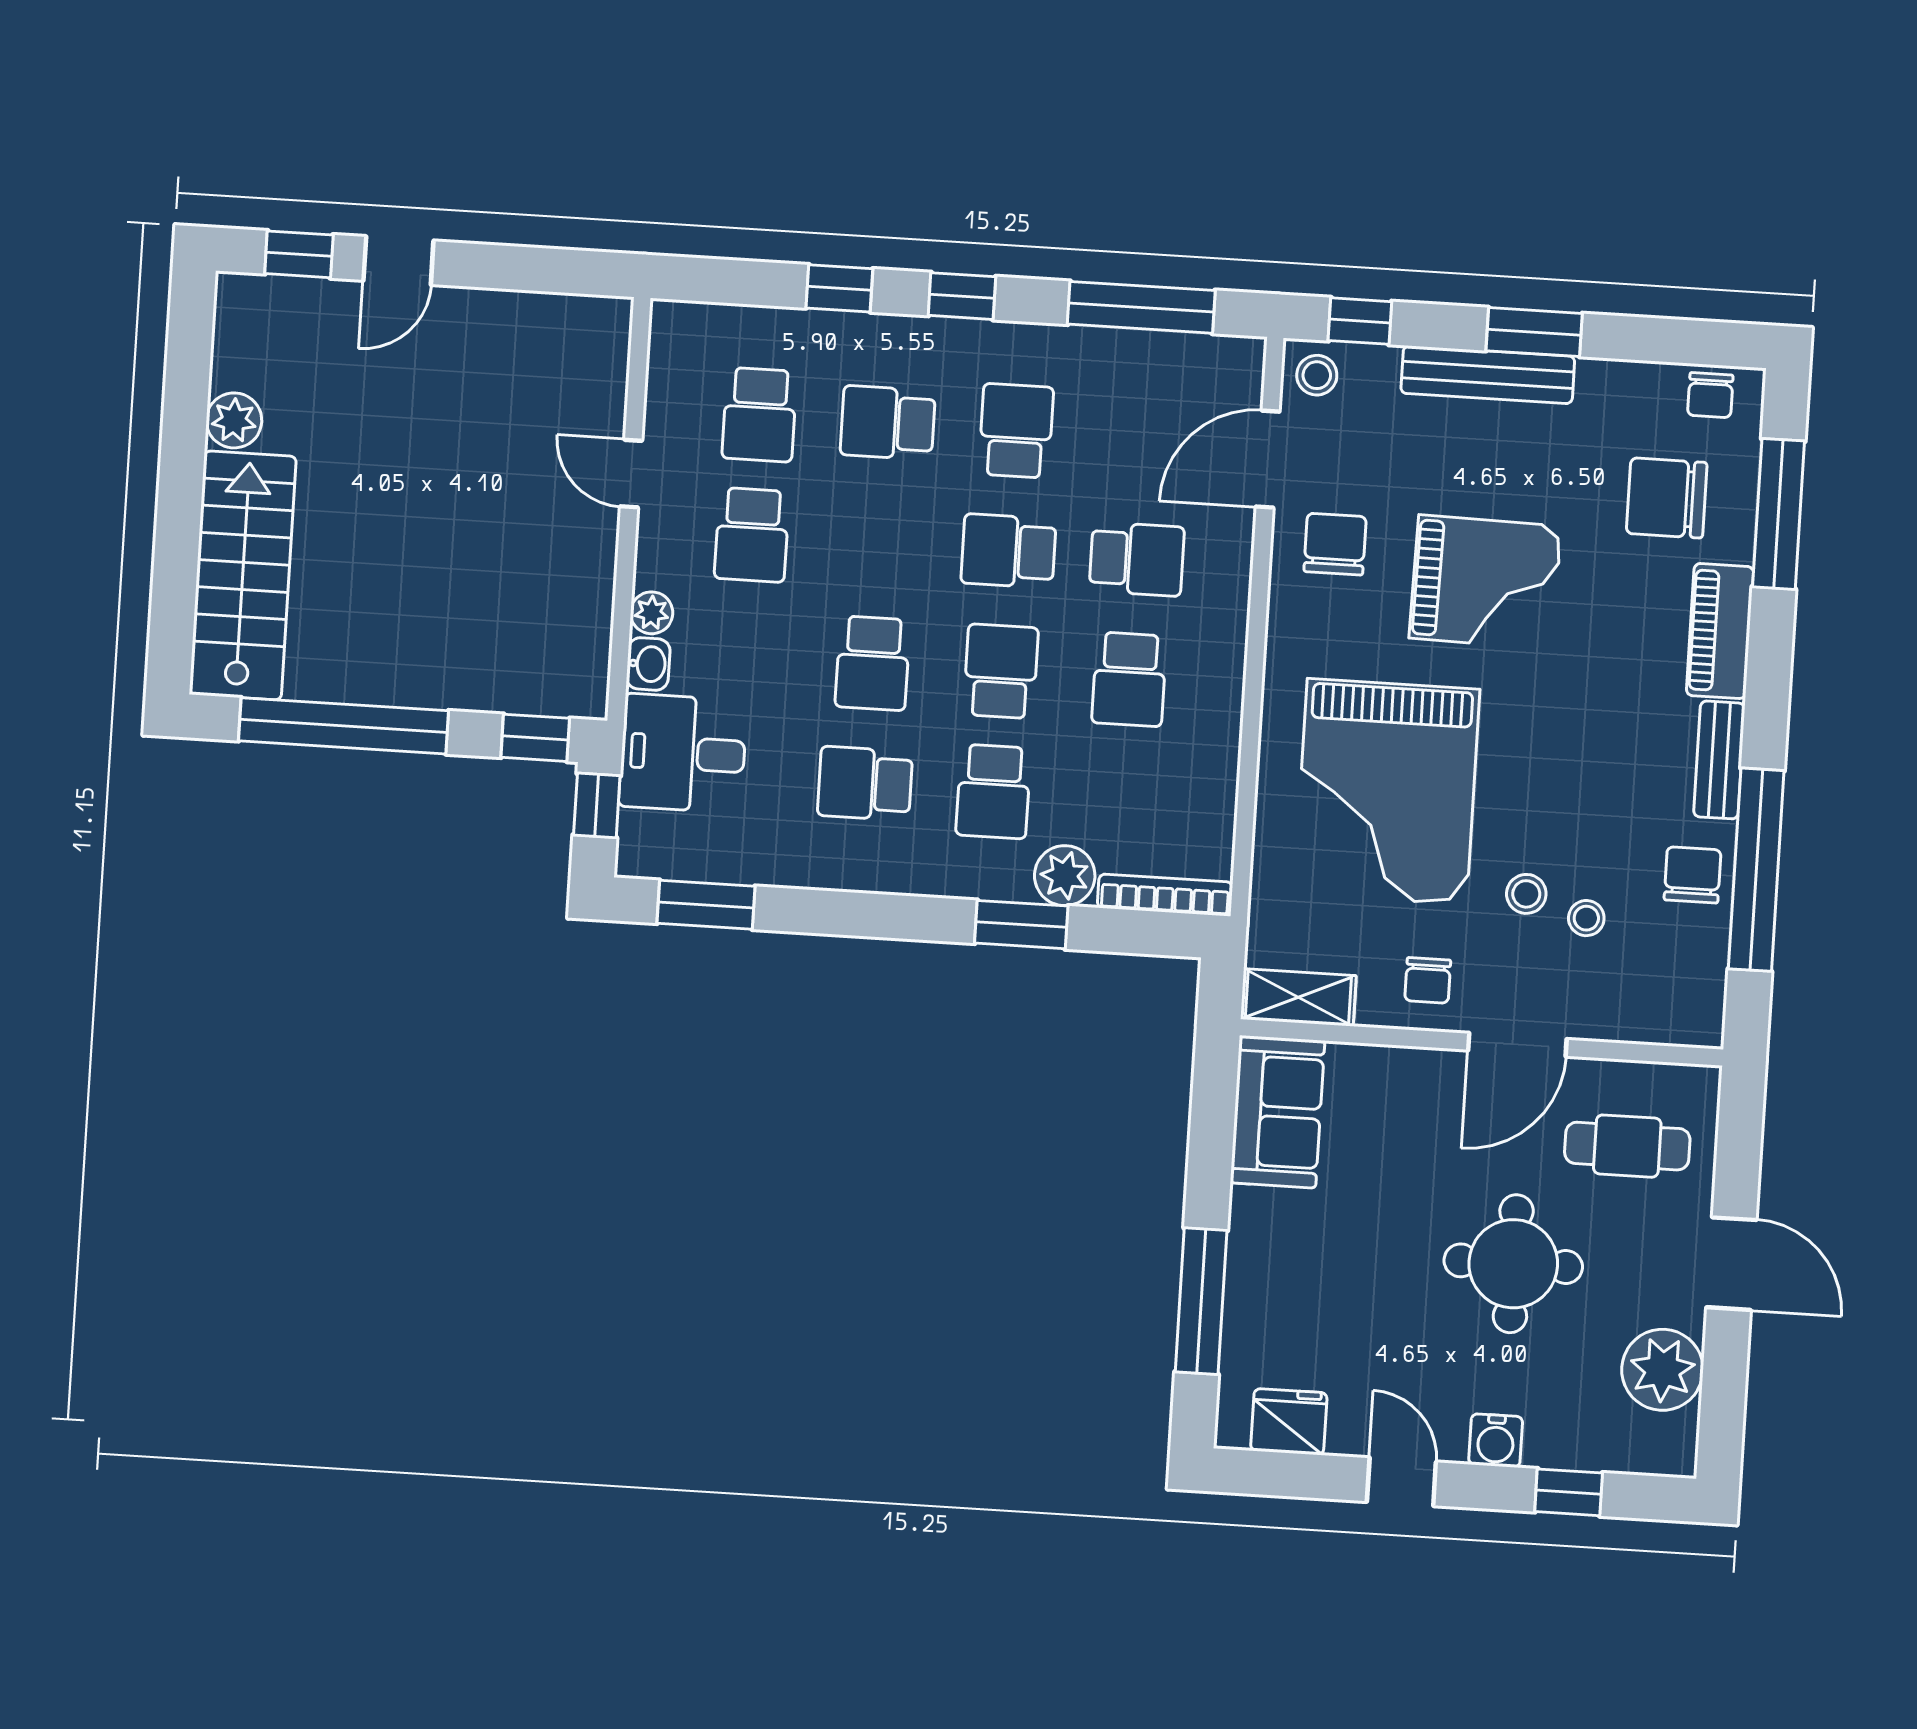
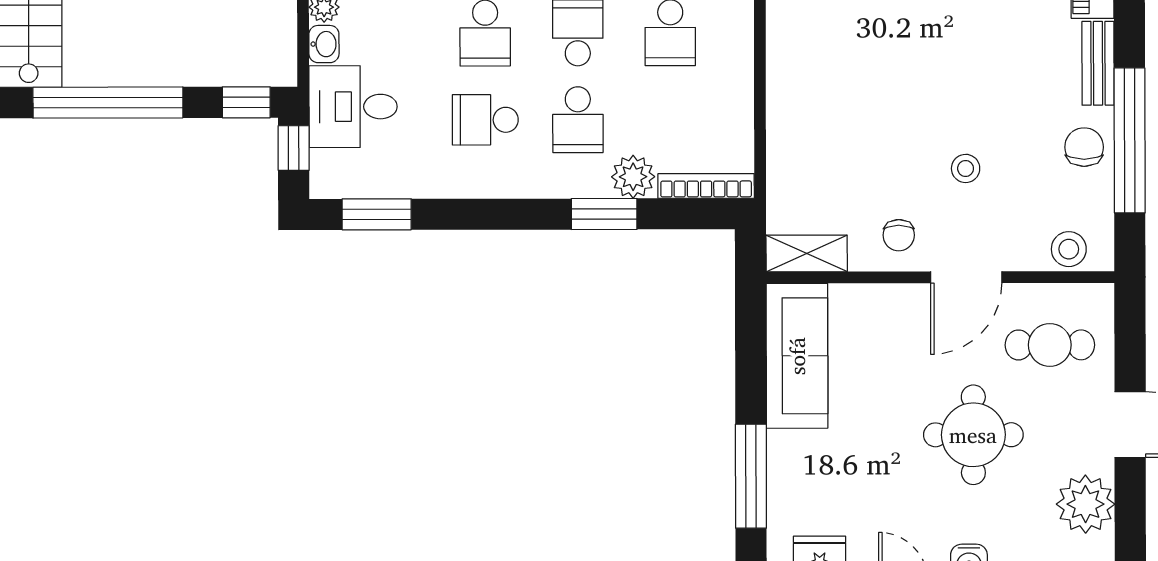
grand piano: (1387, 792) -> (861, 101), removed
stool: (1586, 918) -> (1069, 249), moved, width x1.37, depth x1.37
sofa: (1277, 1112) -> (797, 356), width x1.36

